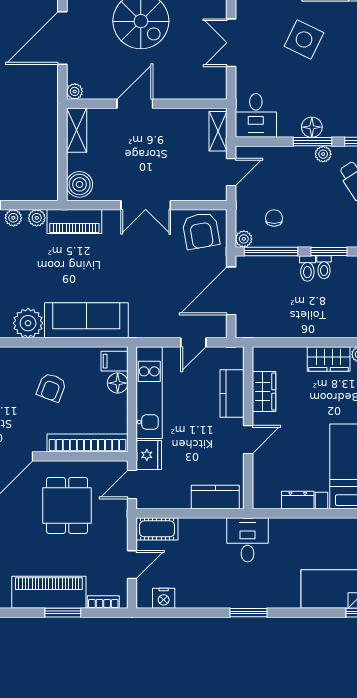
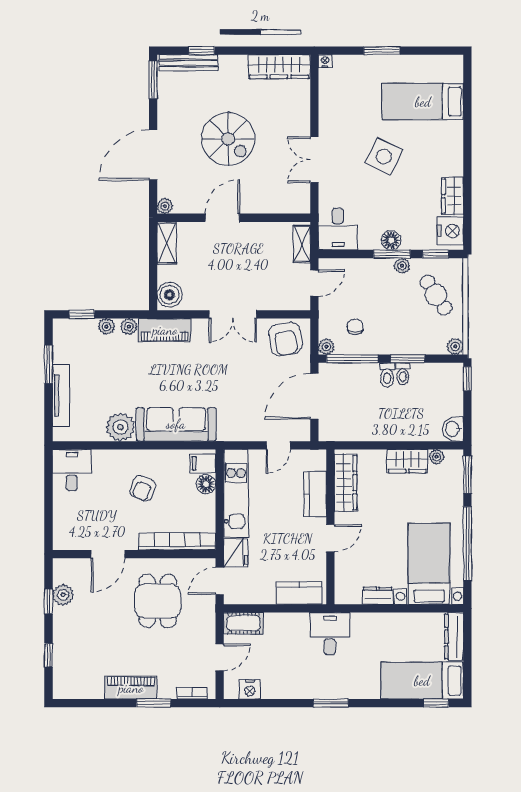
wardrobe: (264, 392) -> (346, 483), width x1.50
piano: (49, 592) -> (131, 688), width x0.73, depth x0.75

